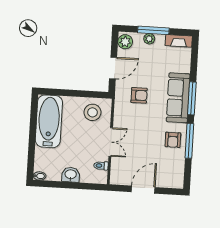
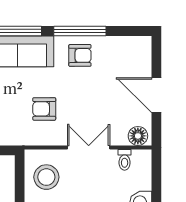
armchair: (139, 95) -> (44, 109), moved, turned -90
floor lamp: (116, 176) -> (138, 136), added

